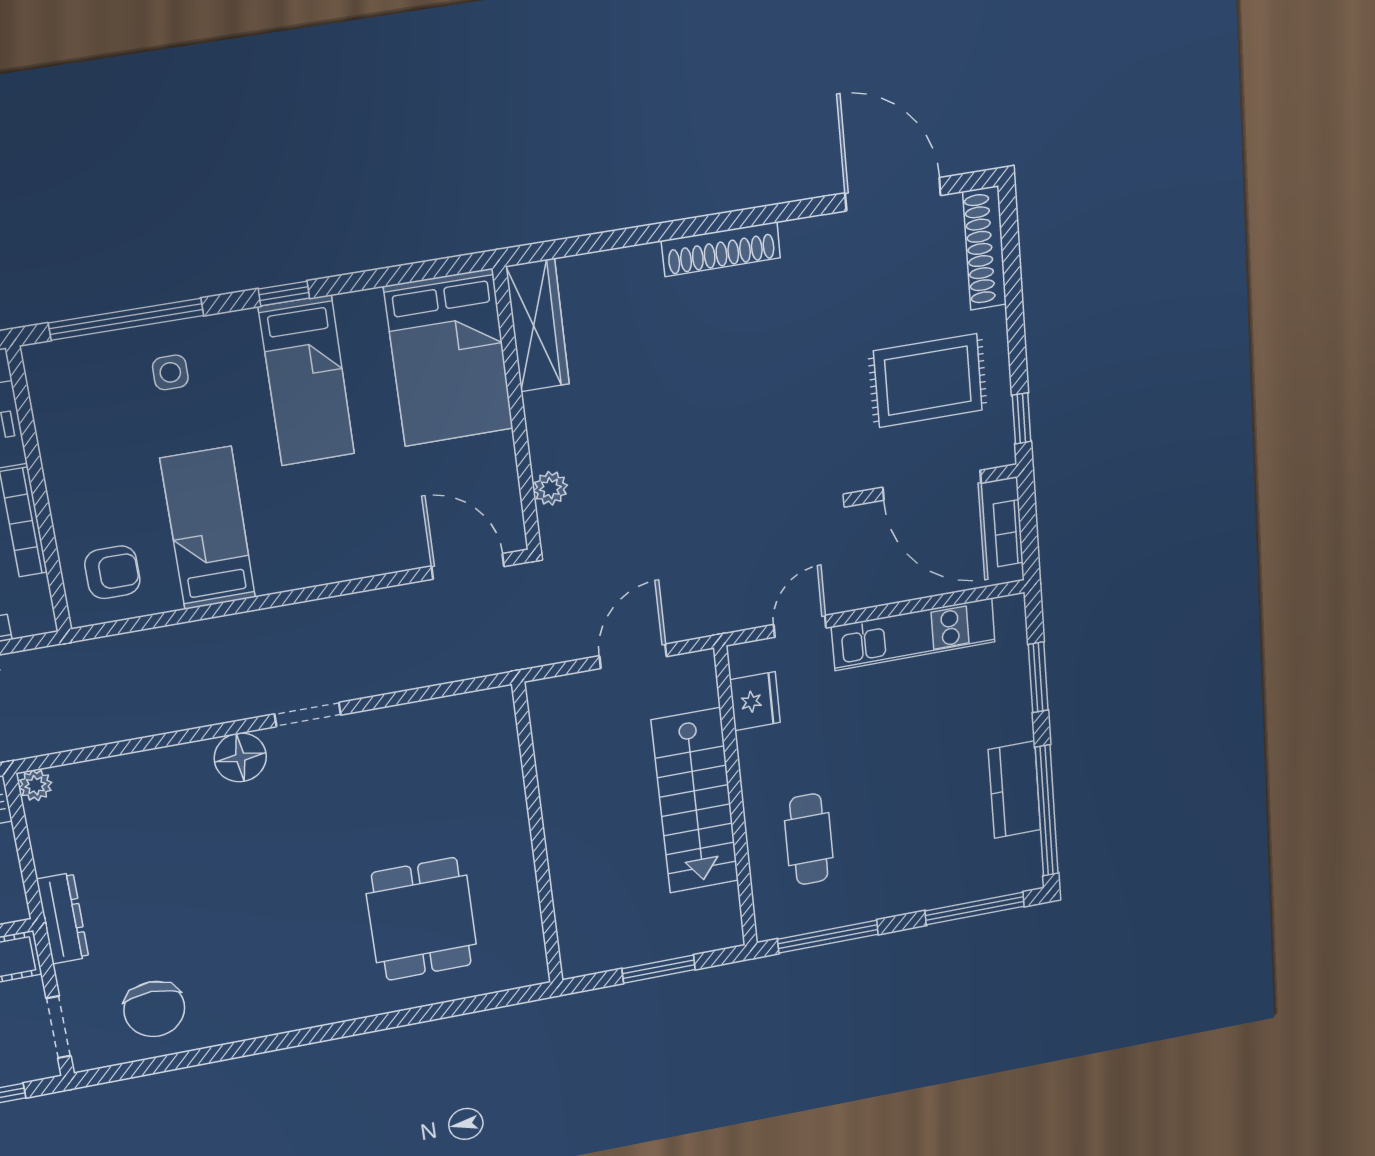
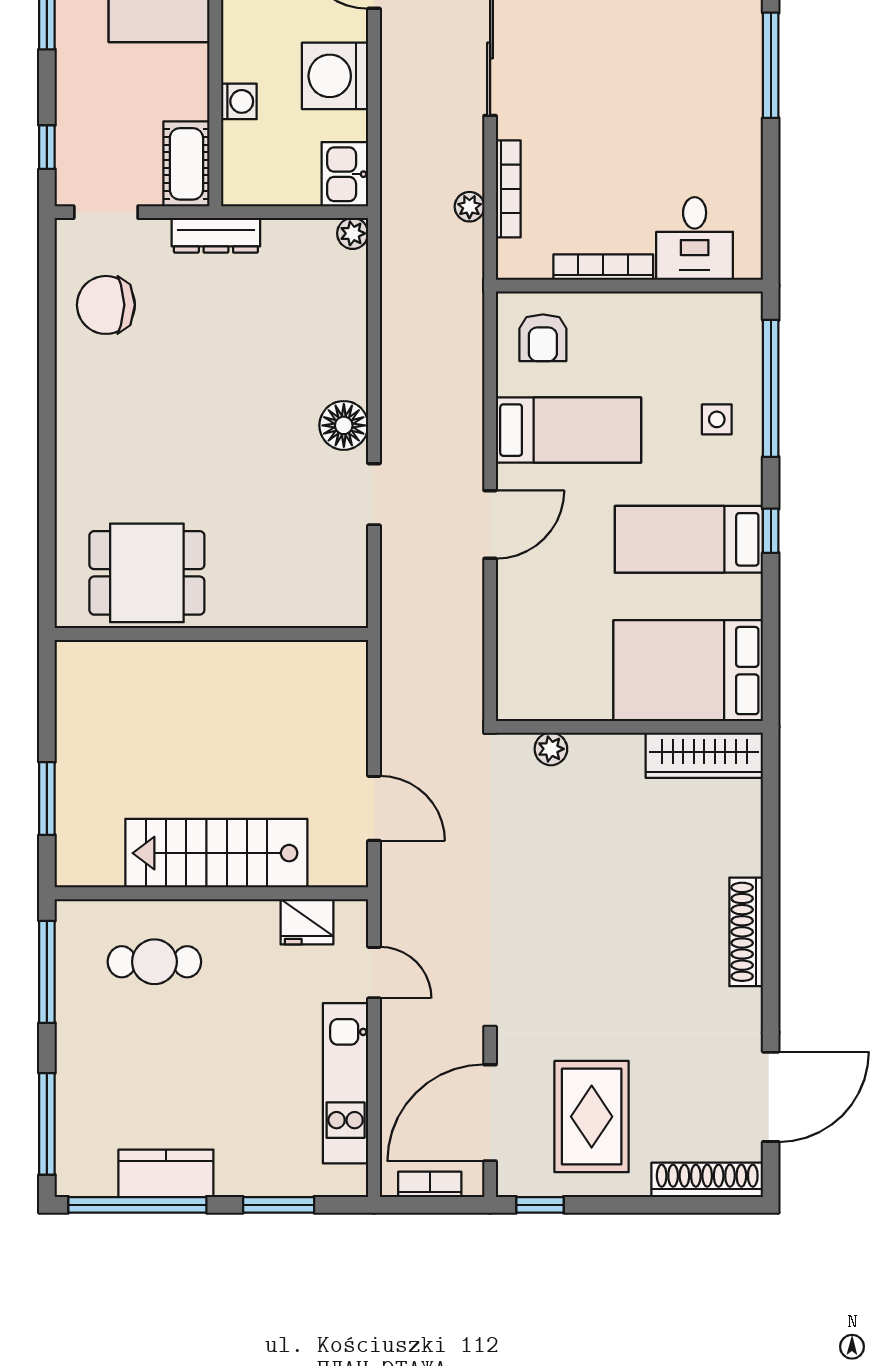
door: (468, 566) -> (490, 524), moved
wall: (538, 835) -> (211, 634), moved

